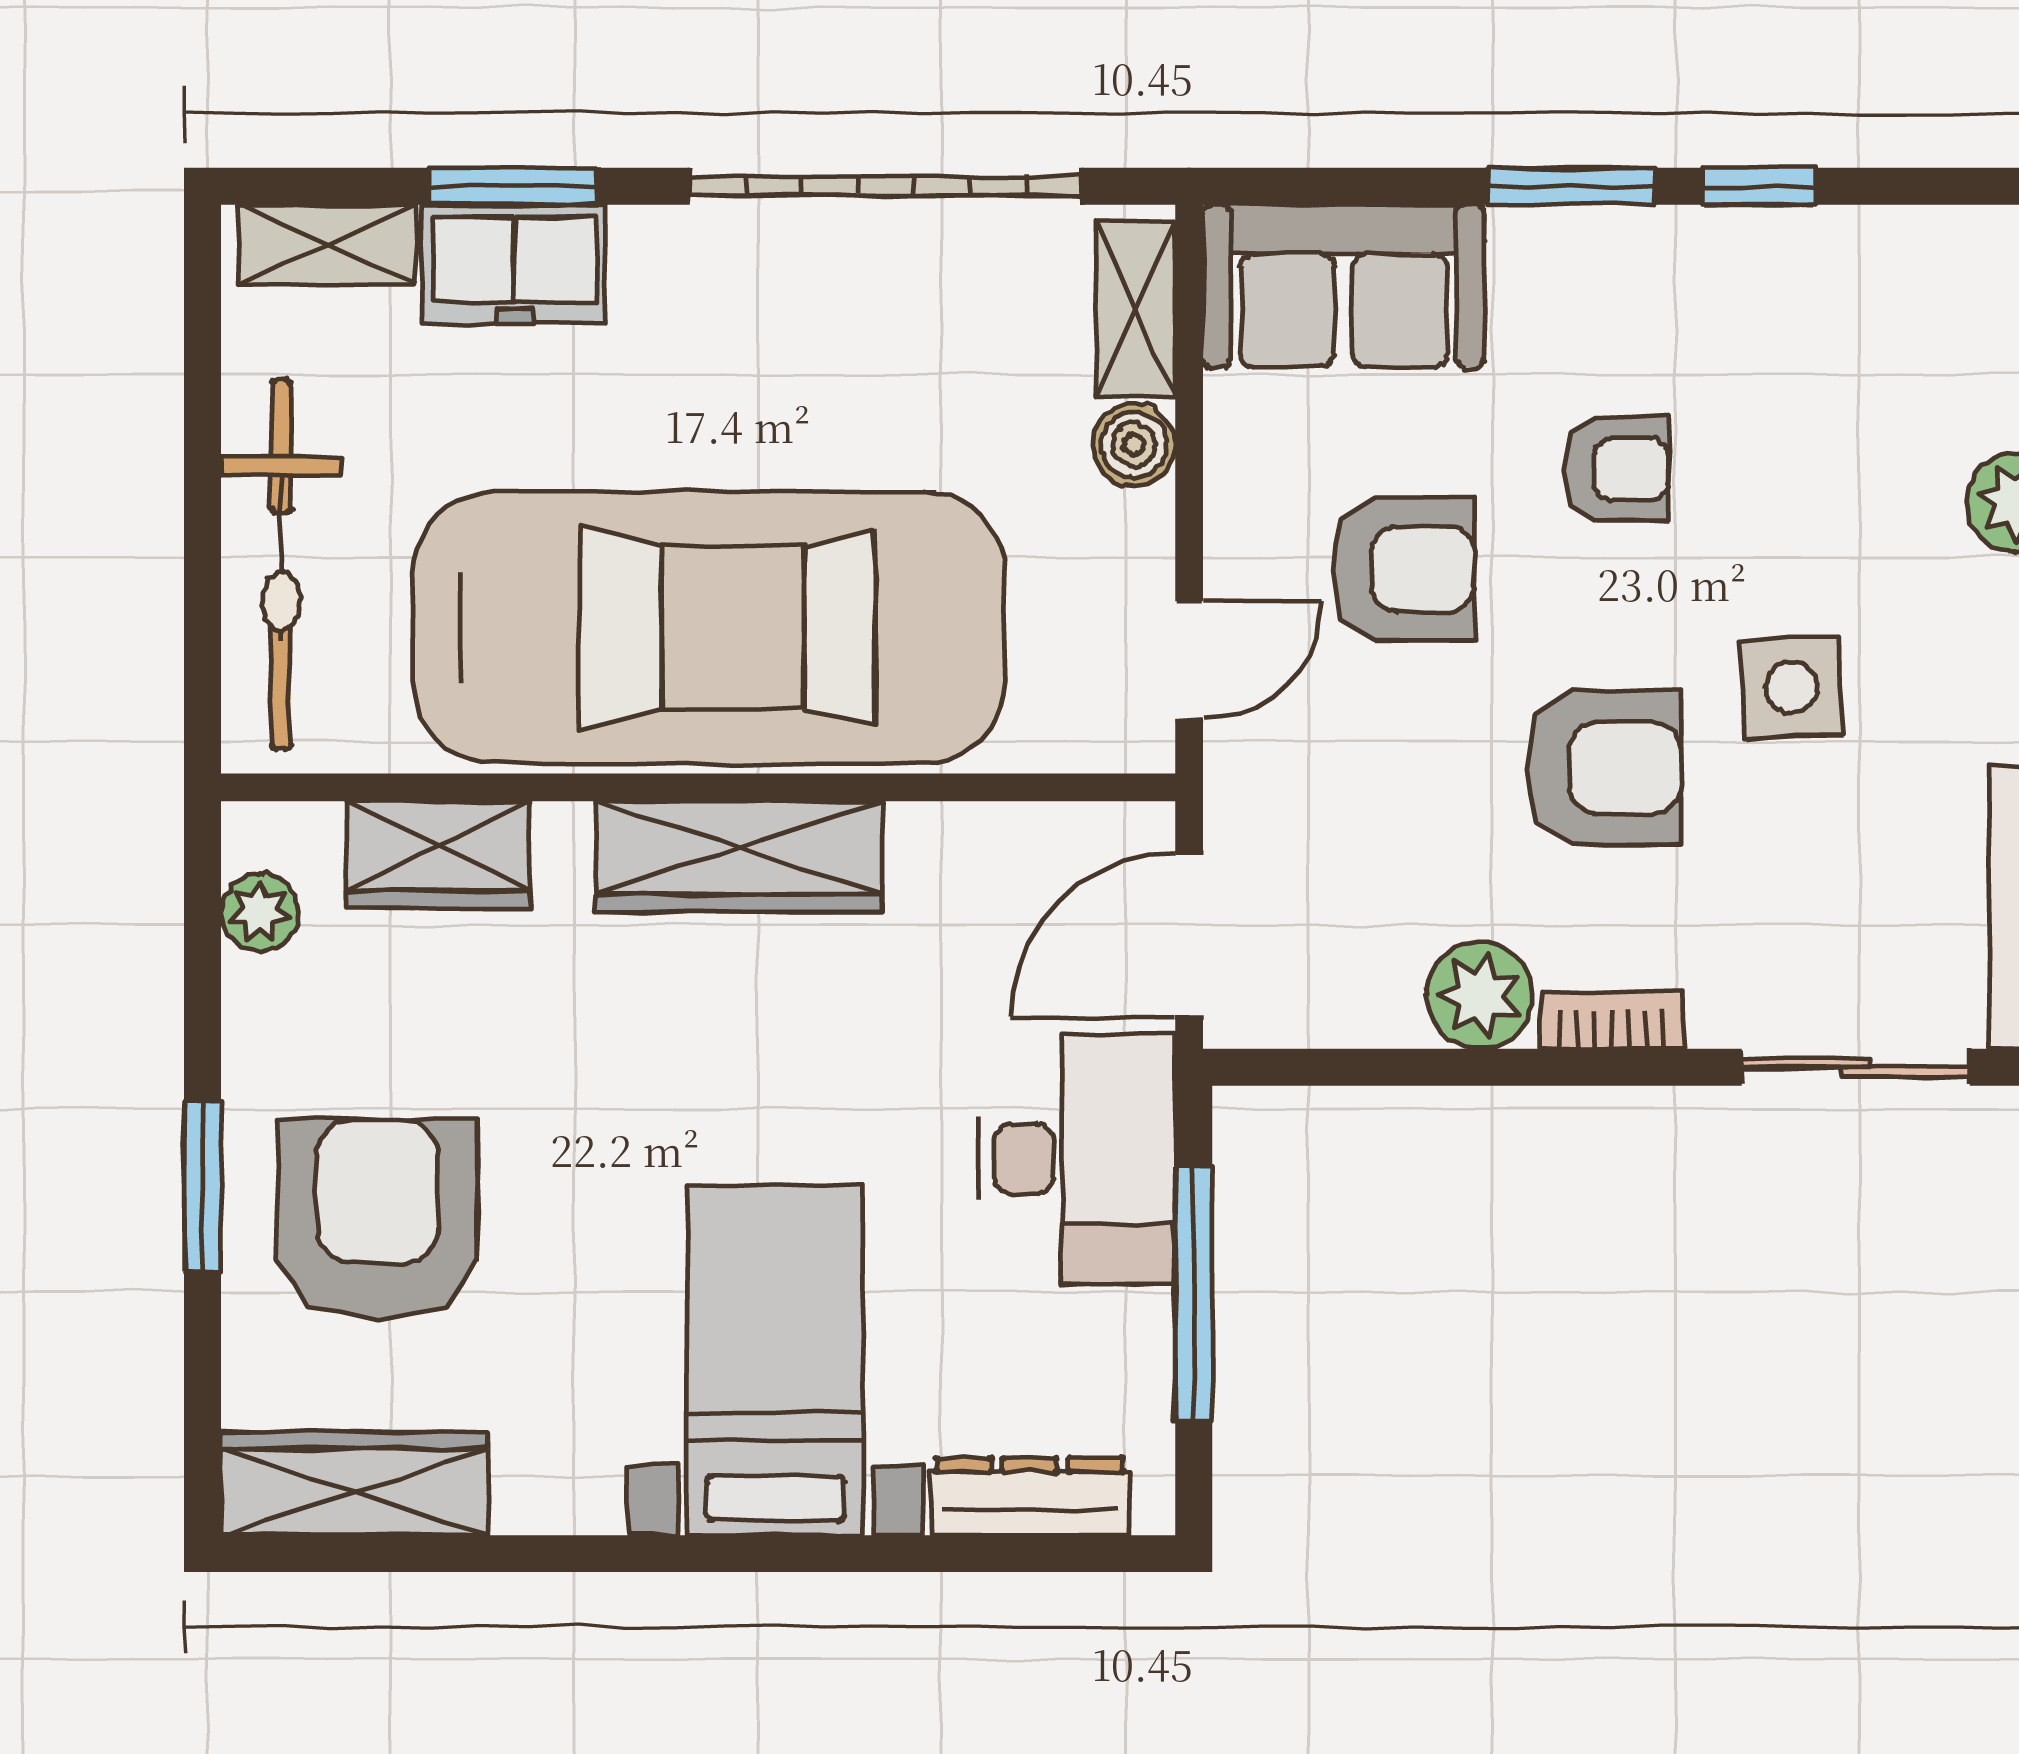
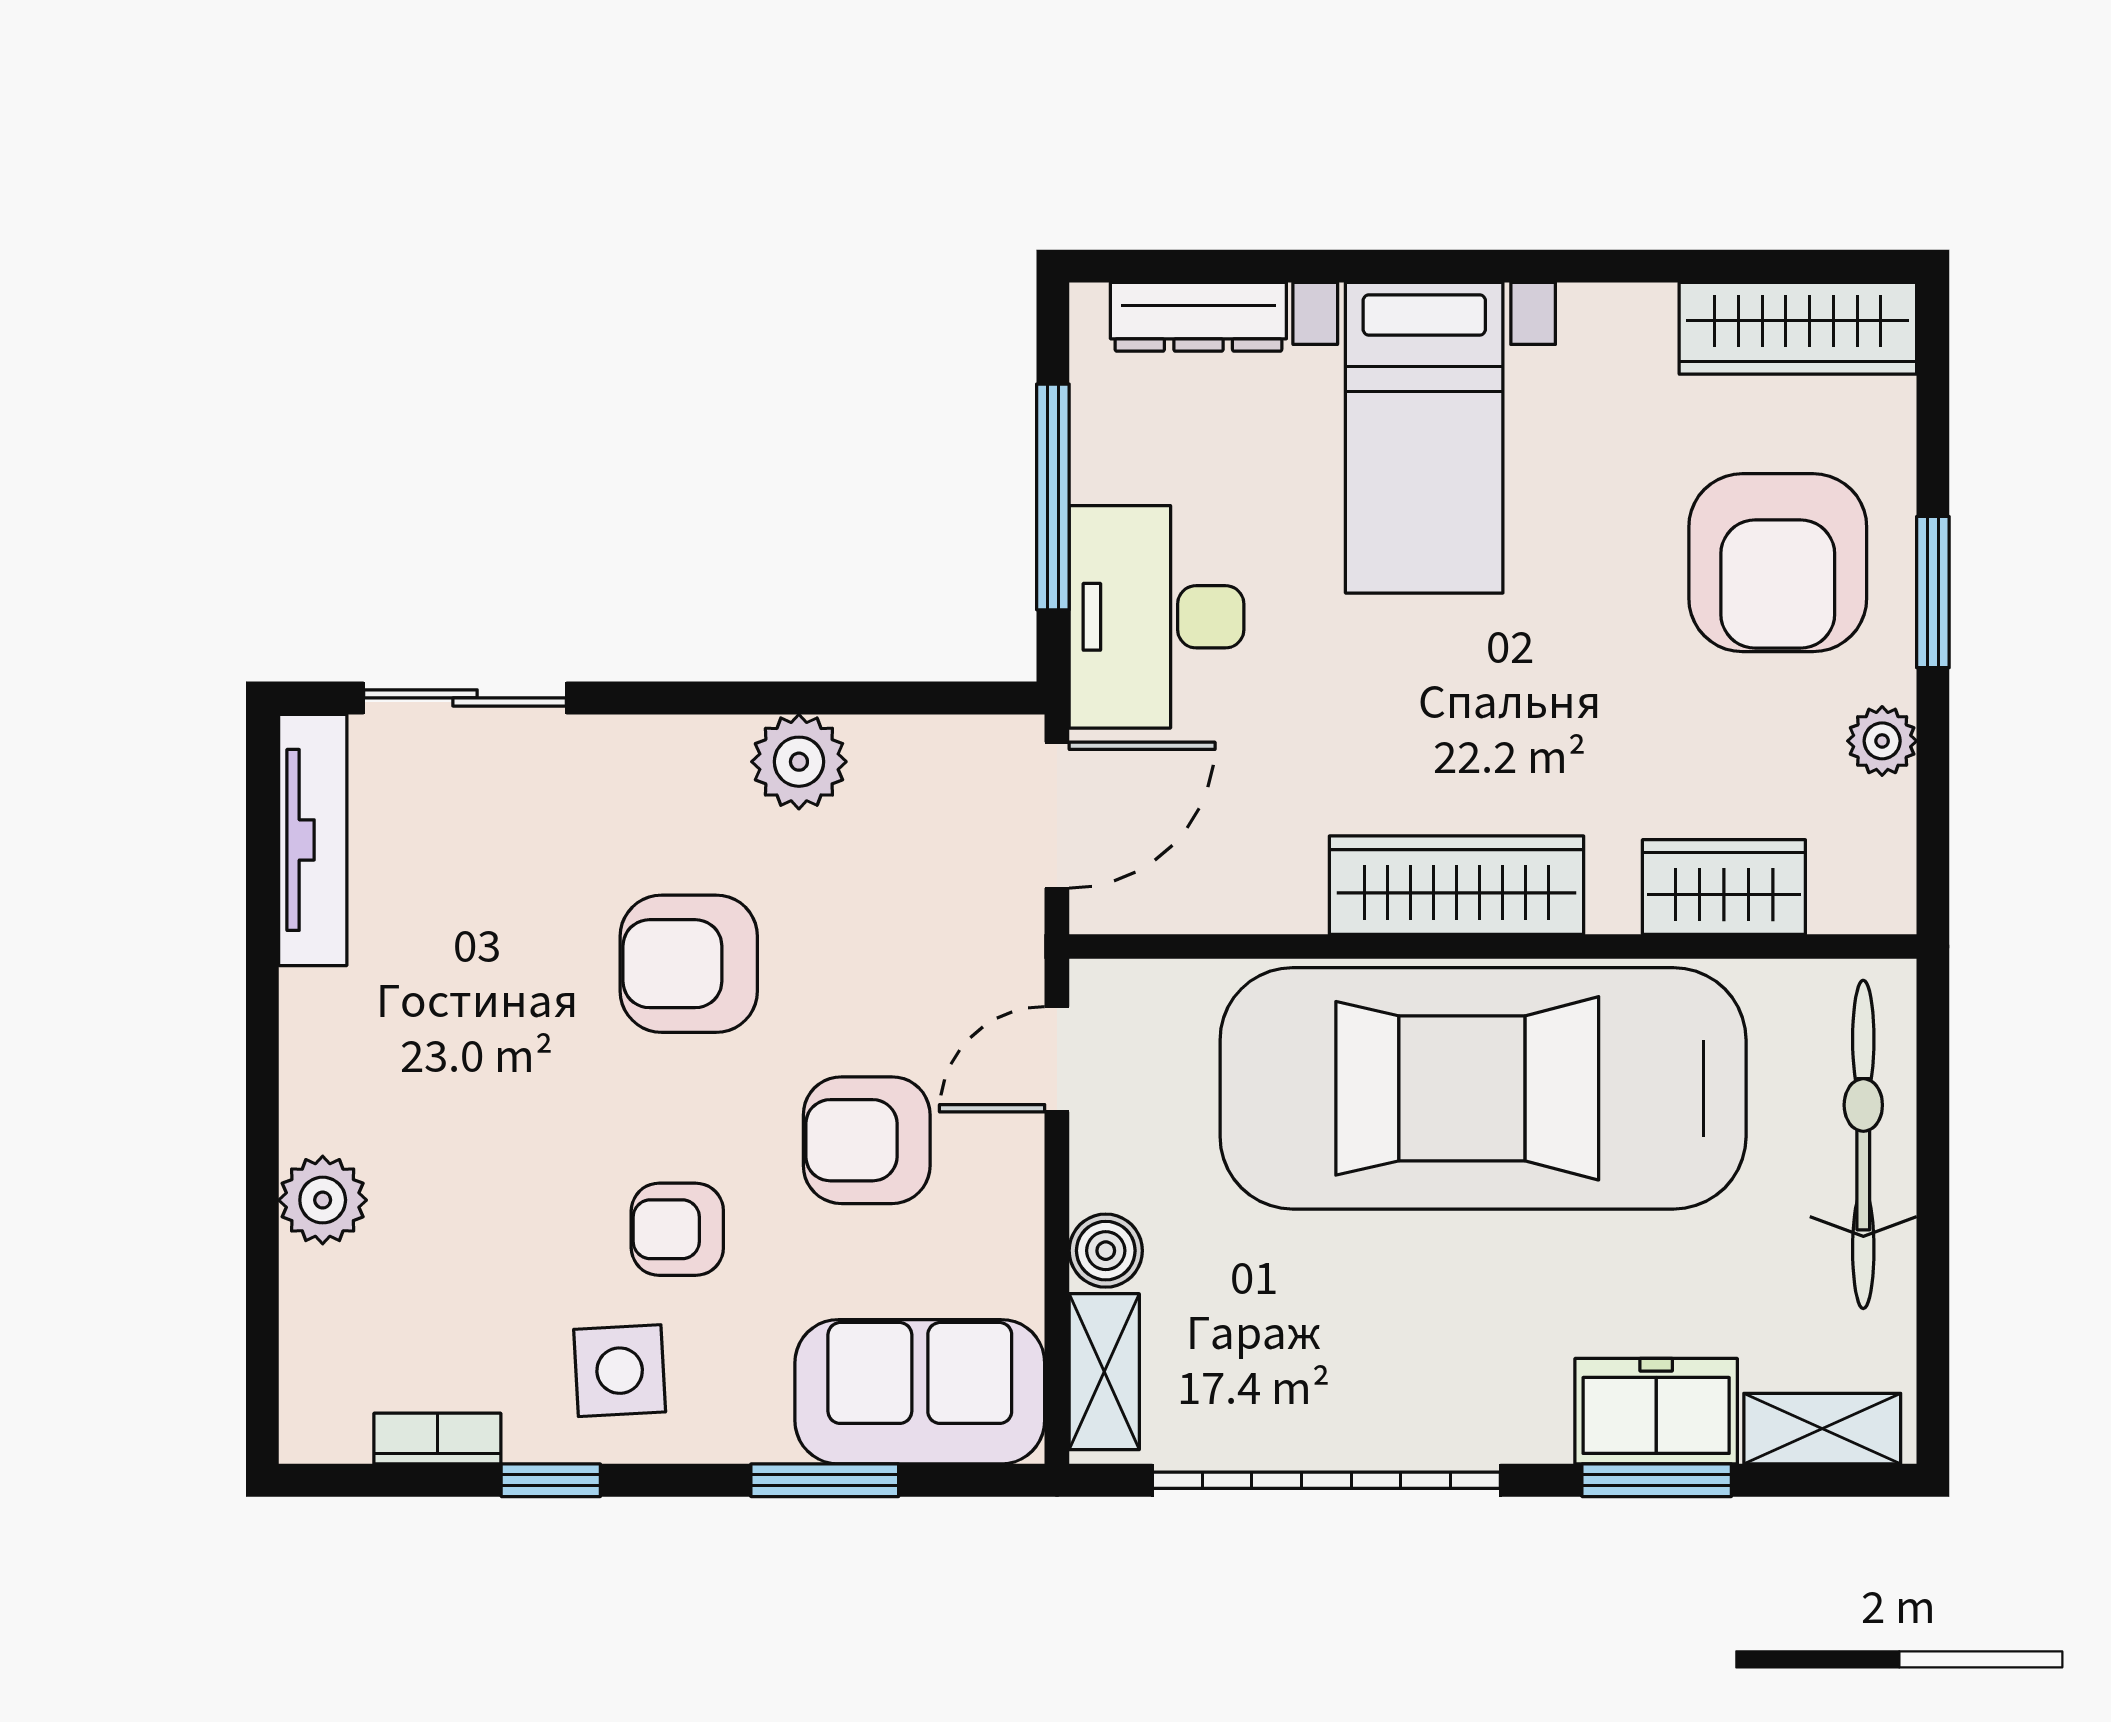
window: (1571, 186) -> (825, 1480), moved
side table: (1791, 688) -> (620, 1371), moved
plant: (260, 912) -> (1882, 741), moved
bookcase: (1612, 1020) -> (437, 1439), moved, turned 180

